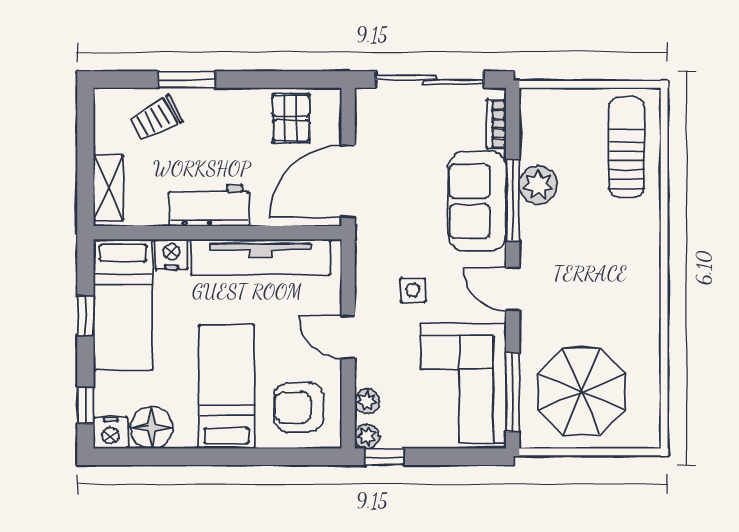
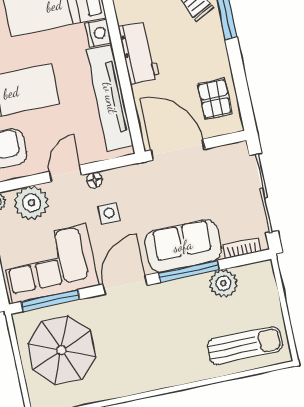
pallet: (291, 118) -> (215, 99), turned 90
plant: (538, 185) -> (223, 283), moved
door: (513, 289) -> (125, 285), width x1.38
floor lamp: (365, 300) -> (94, 180), added
plant: (367, 401) -> (31, 203), width x1.88, depth x1.88

